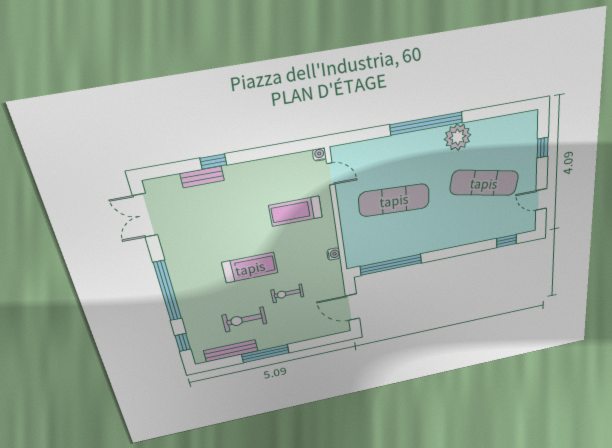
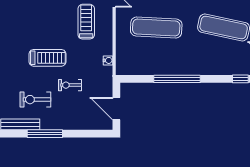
treadmill: (296, 211) -> (86, 22), turned 90
window: (391, 265) -> (177, 79), moved

